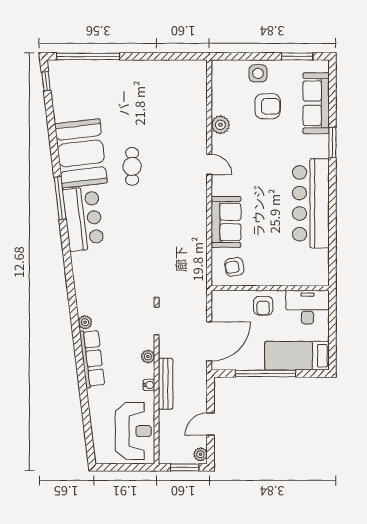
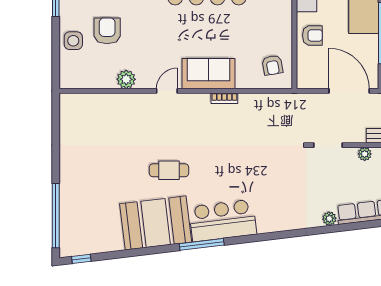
bookcase: (202, 220) -> (224, 98), added
sofa: (226, 222) -> (209, 74), moved

